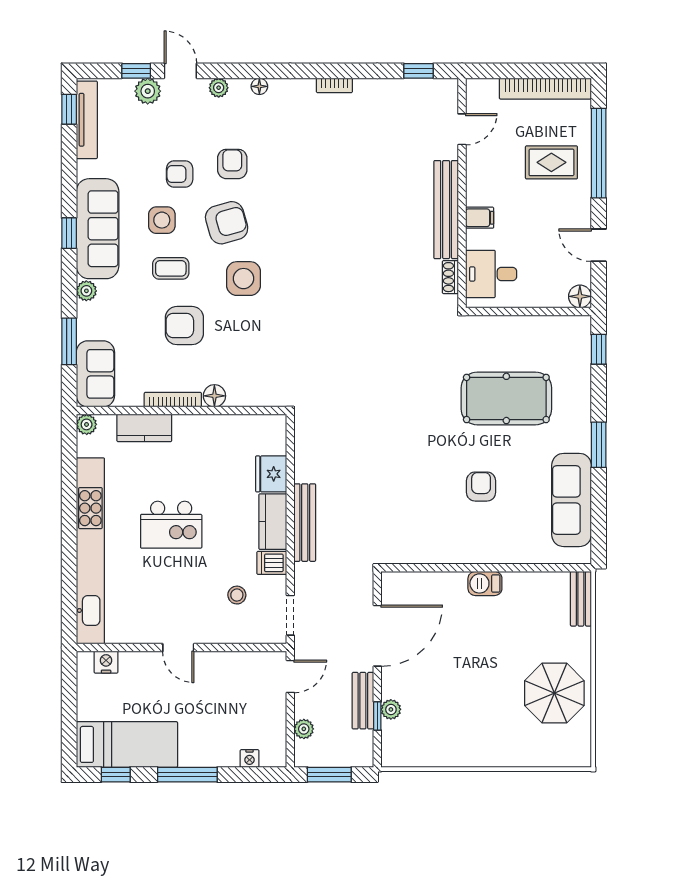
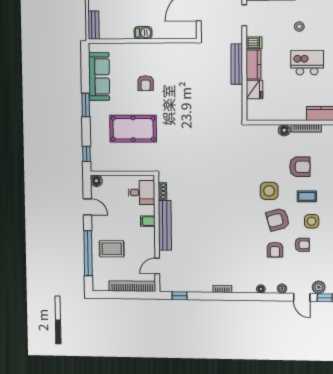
bookcase: (545, 89) -> (132, 286), moved
stool: (237, 595) -> (299, 27), moved

